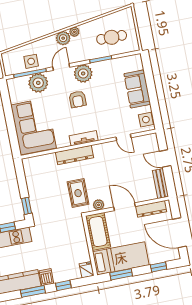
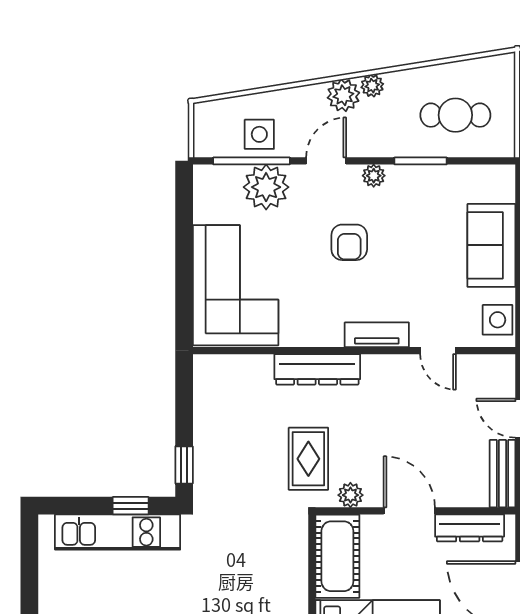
plant: (83, 73) -> (374, 176), width x0.53, depth x0.53
tv unit: (84, 138) -> (377, 335), moved

